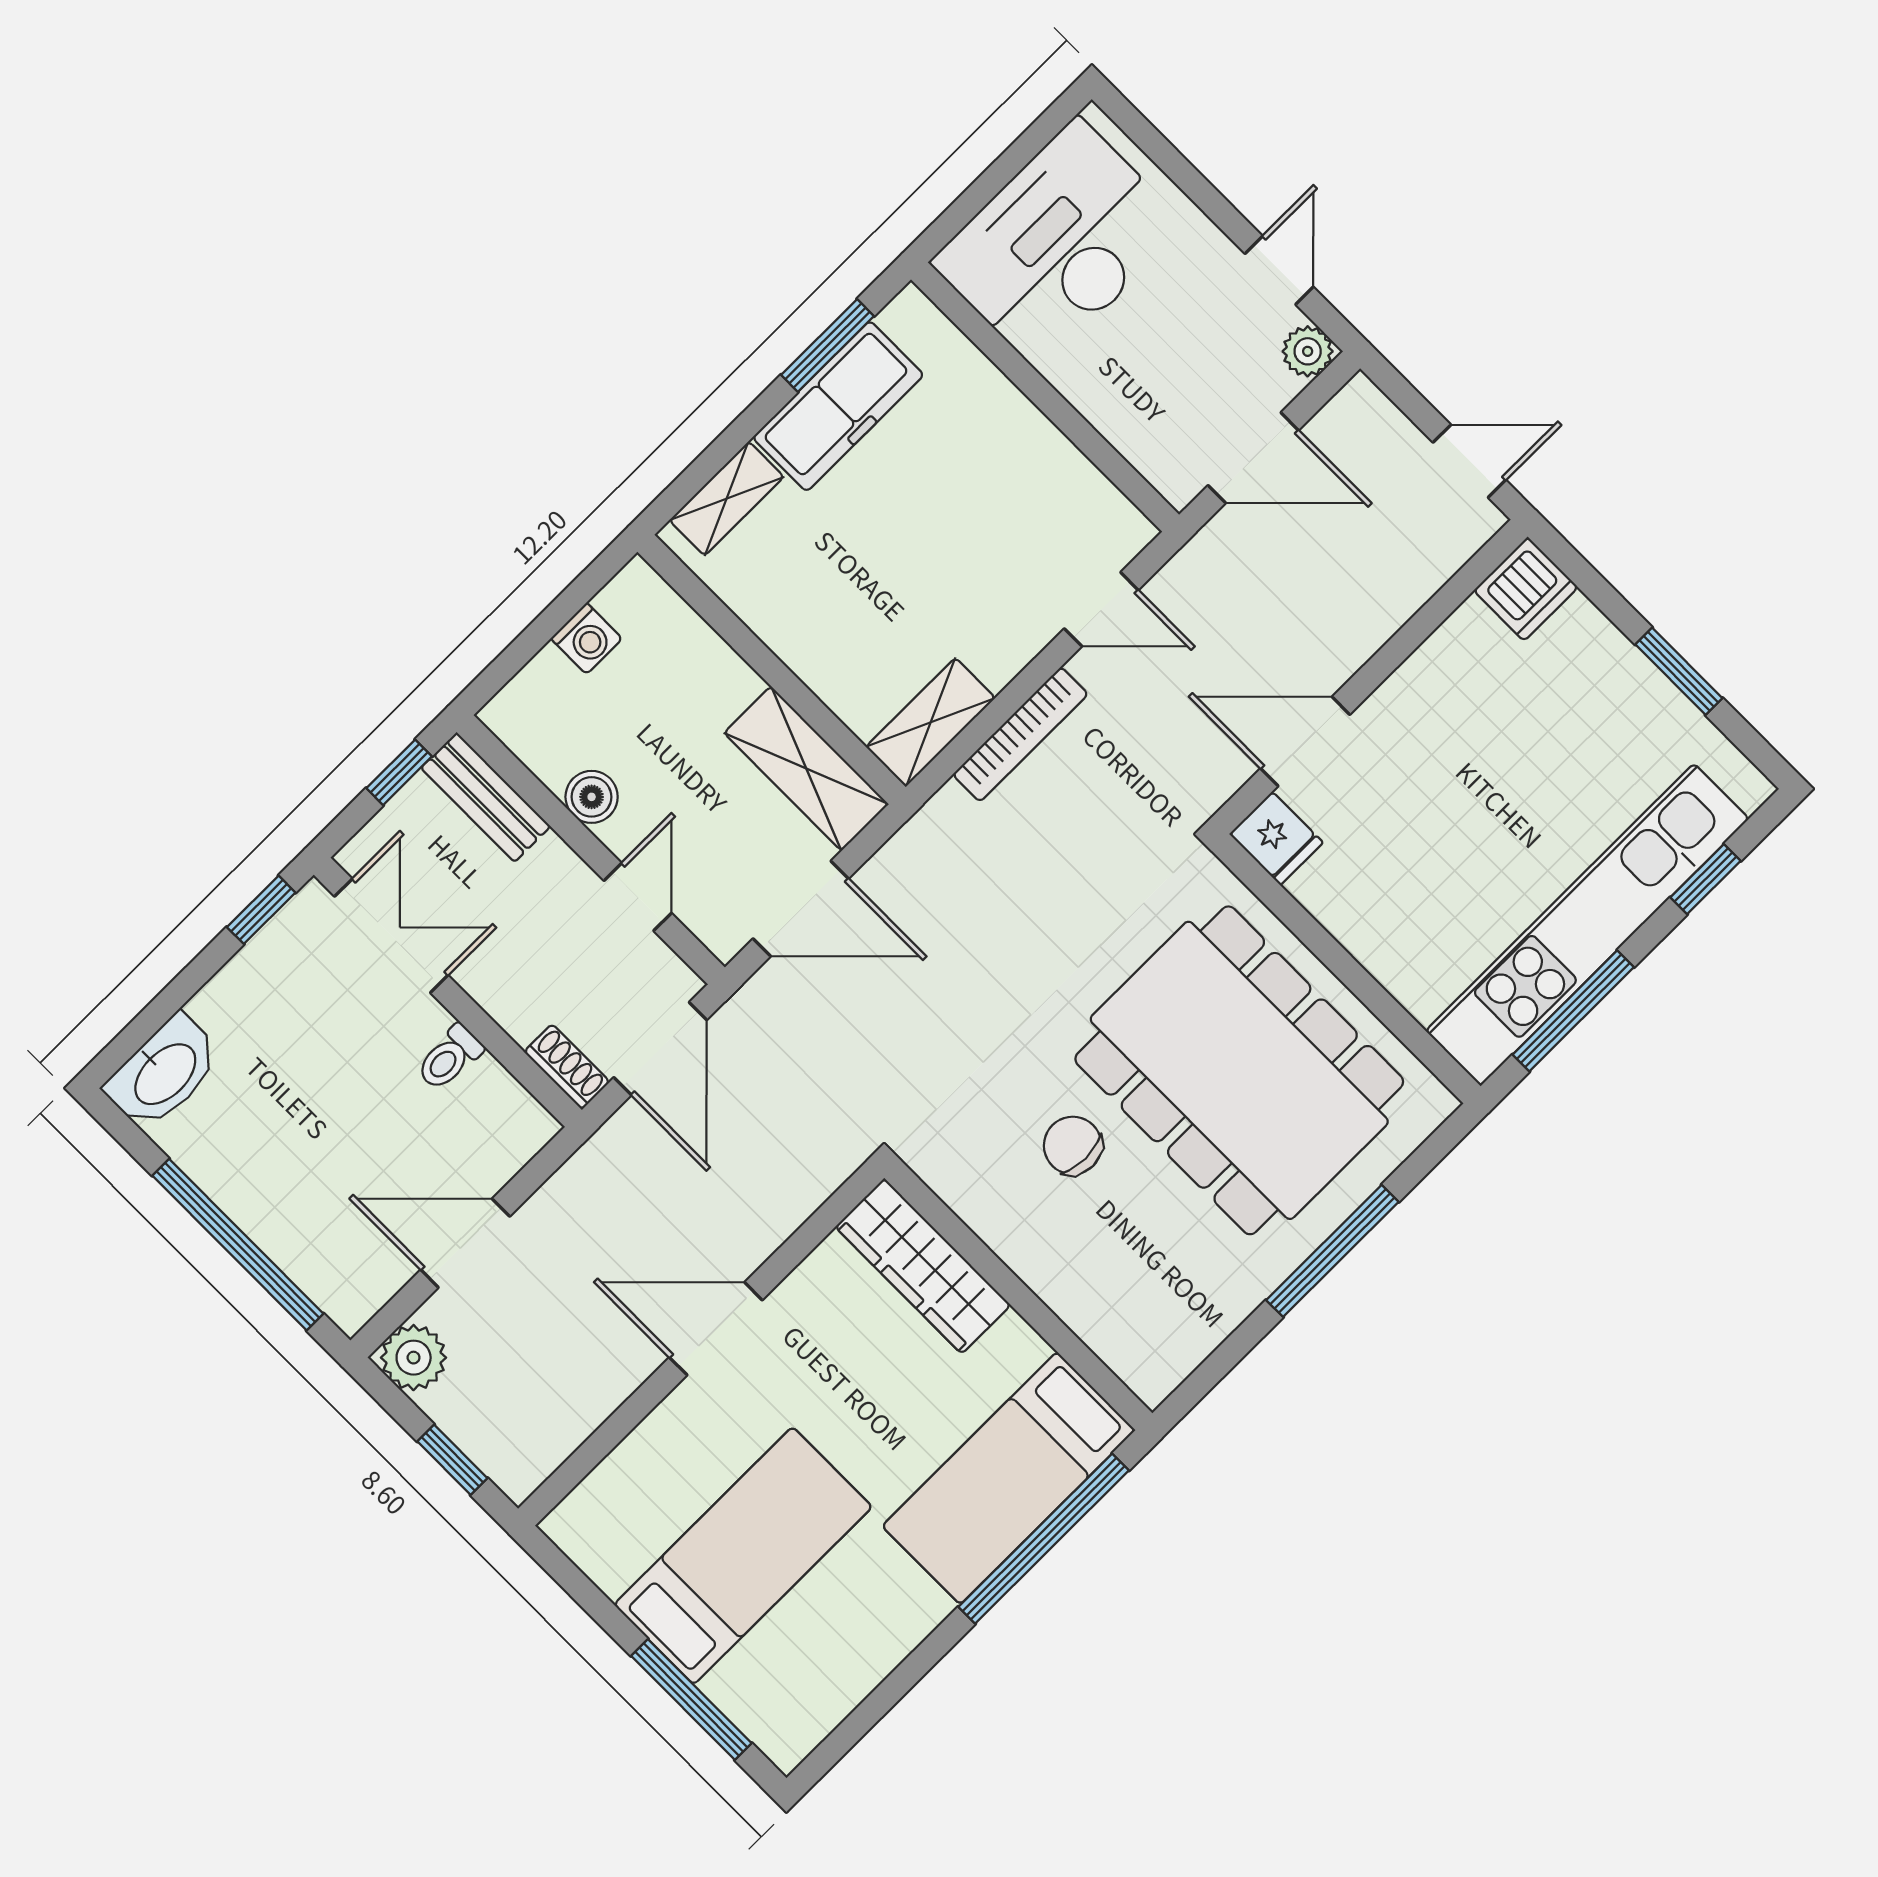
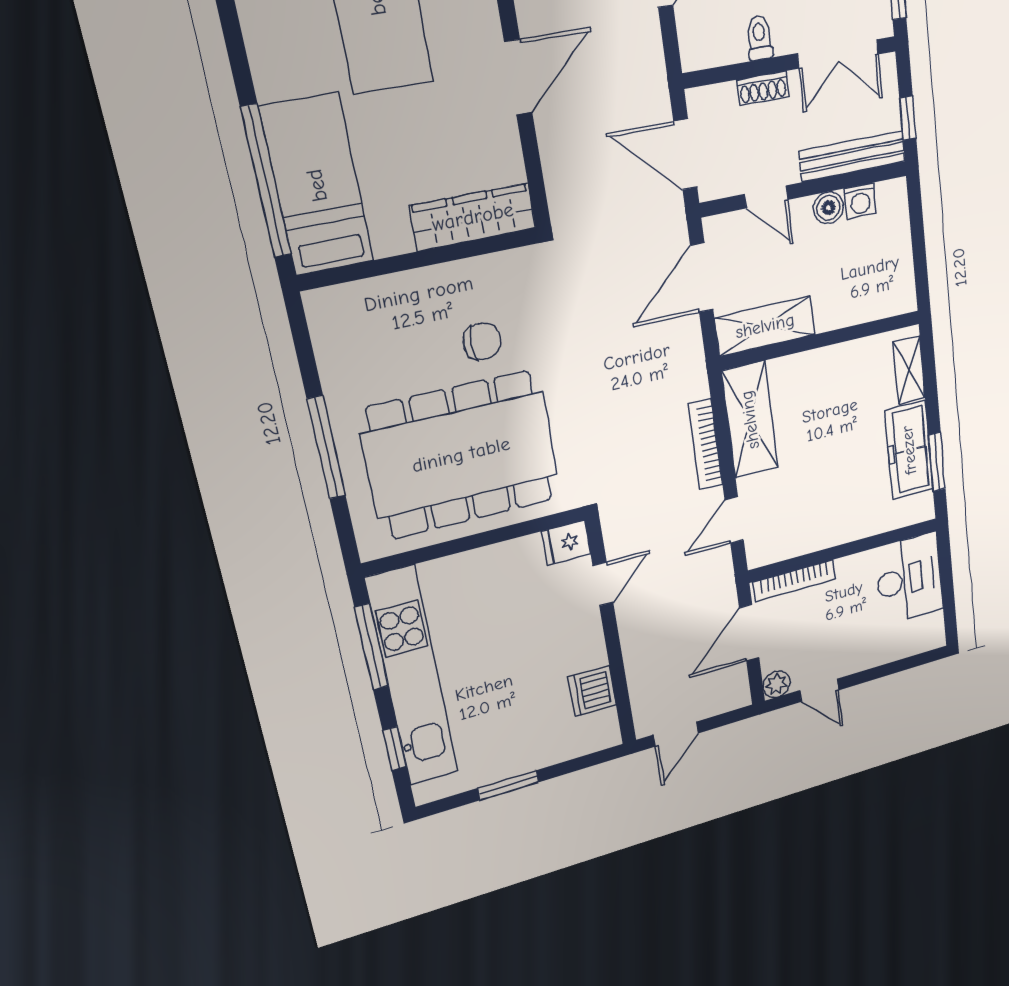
desk: (1059, 244) -> (909, 579), width x0.73, depth x0.77
bookcase: (1135, 444) -> (794, 581), added
dishwasher: (1526, 589) -> (592, 691), moved
washing machine: (587, 639) -> (860, 201), moved, turned -90
shelving: (931, 722) -> (750, 420), width x1.50, depth x1.33
door: (1305, 741) -> (603, 584), width x0.73
bench: (486, 797) -> (852, 156), width x1.36
shoe rack: (567, 1067) -> (763, 88), moved

